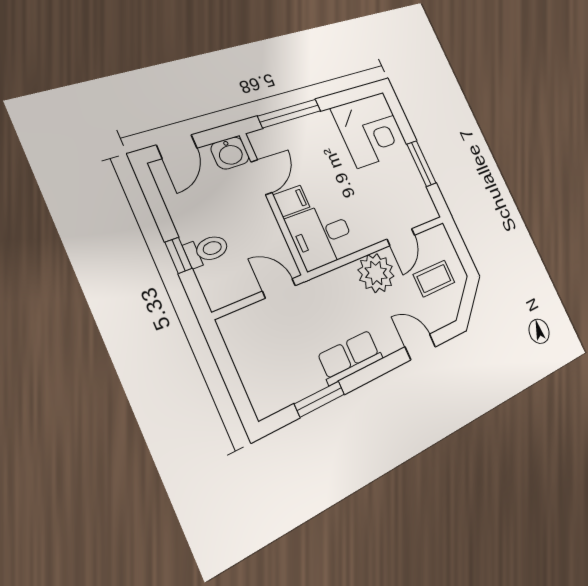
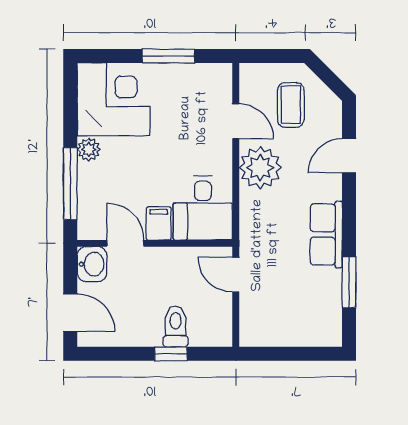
plant: (324, 121) -> (89, 149), added
door: (279, 288) -> (236, 275), hinge flipped

